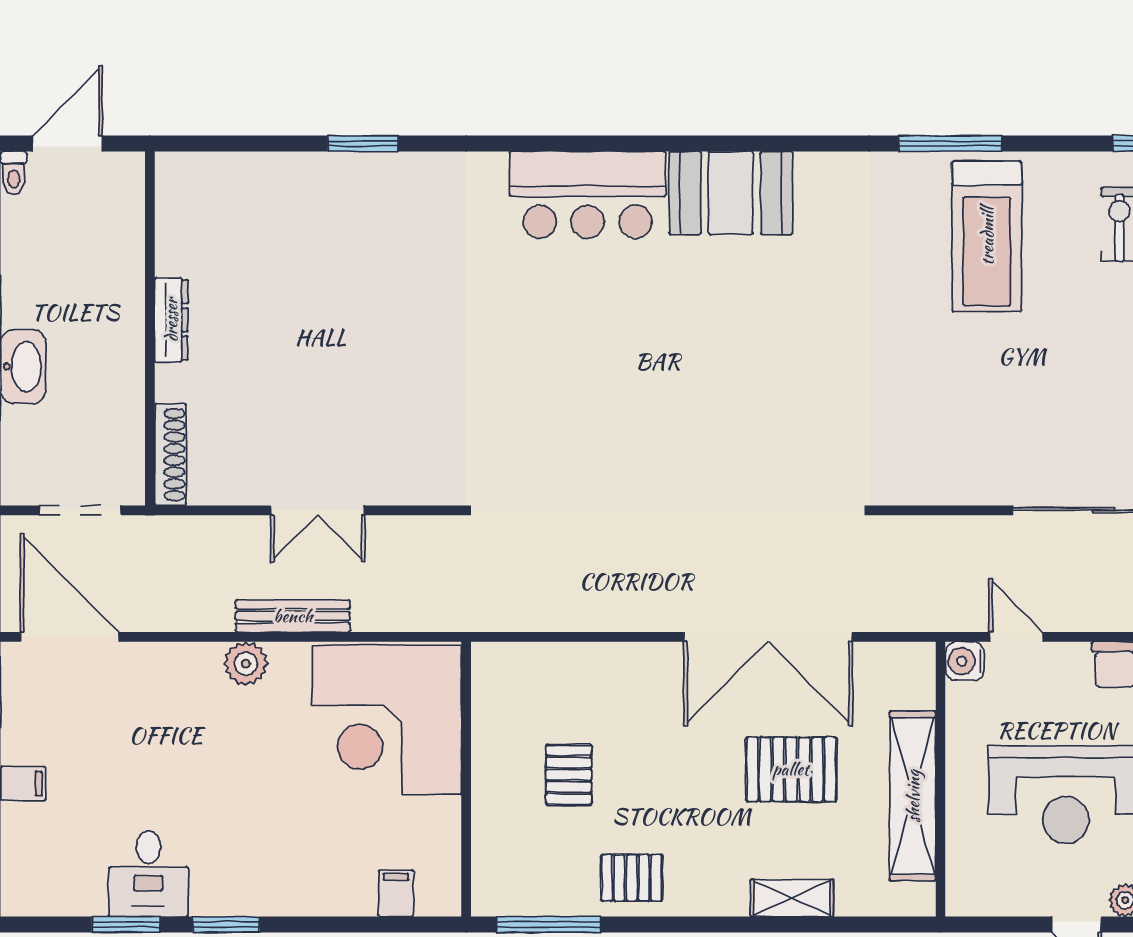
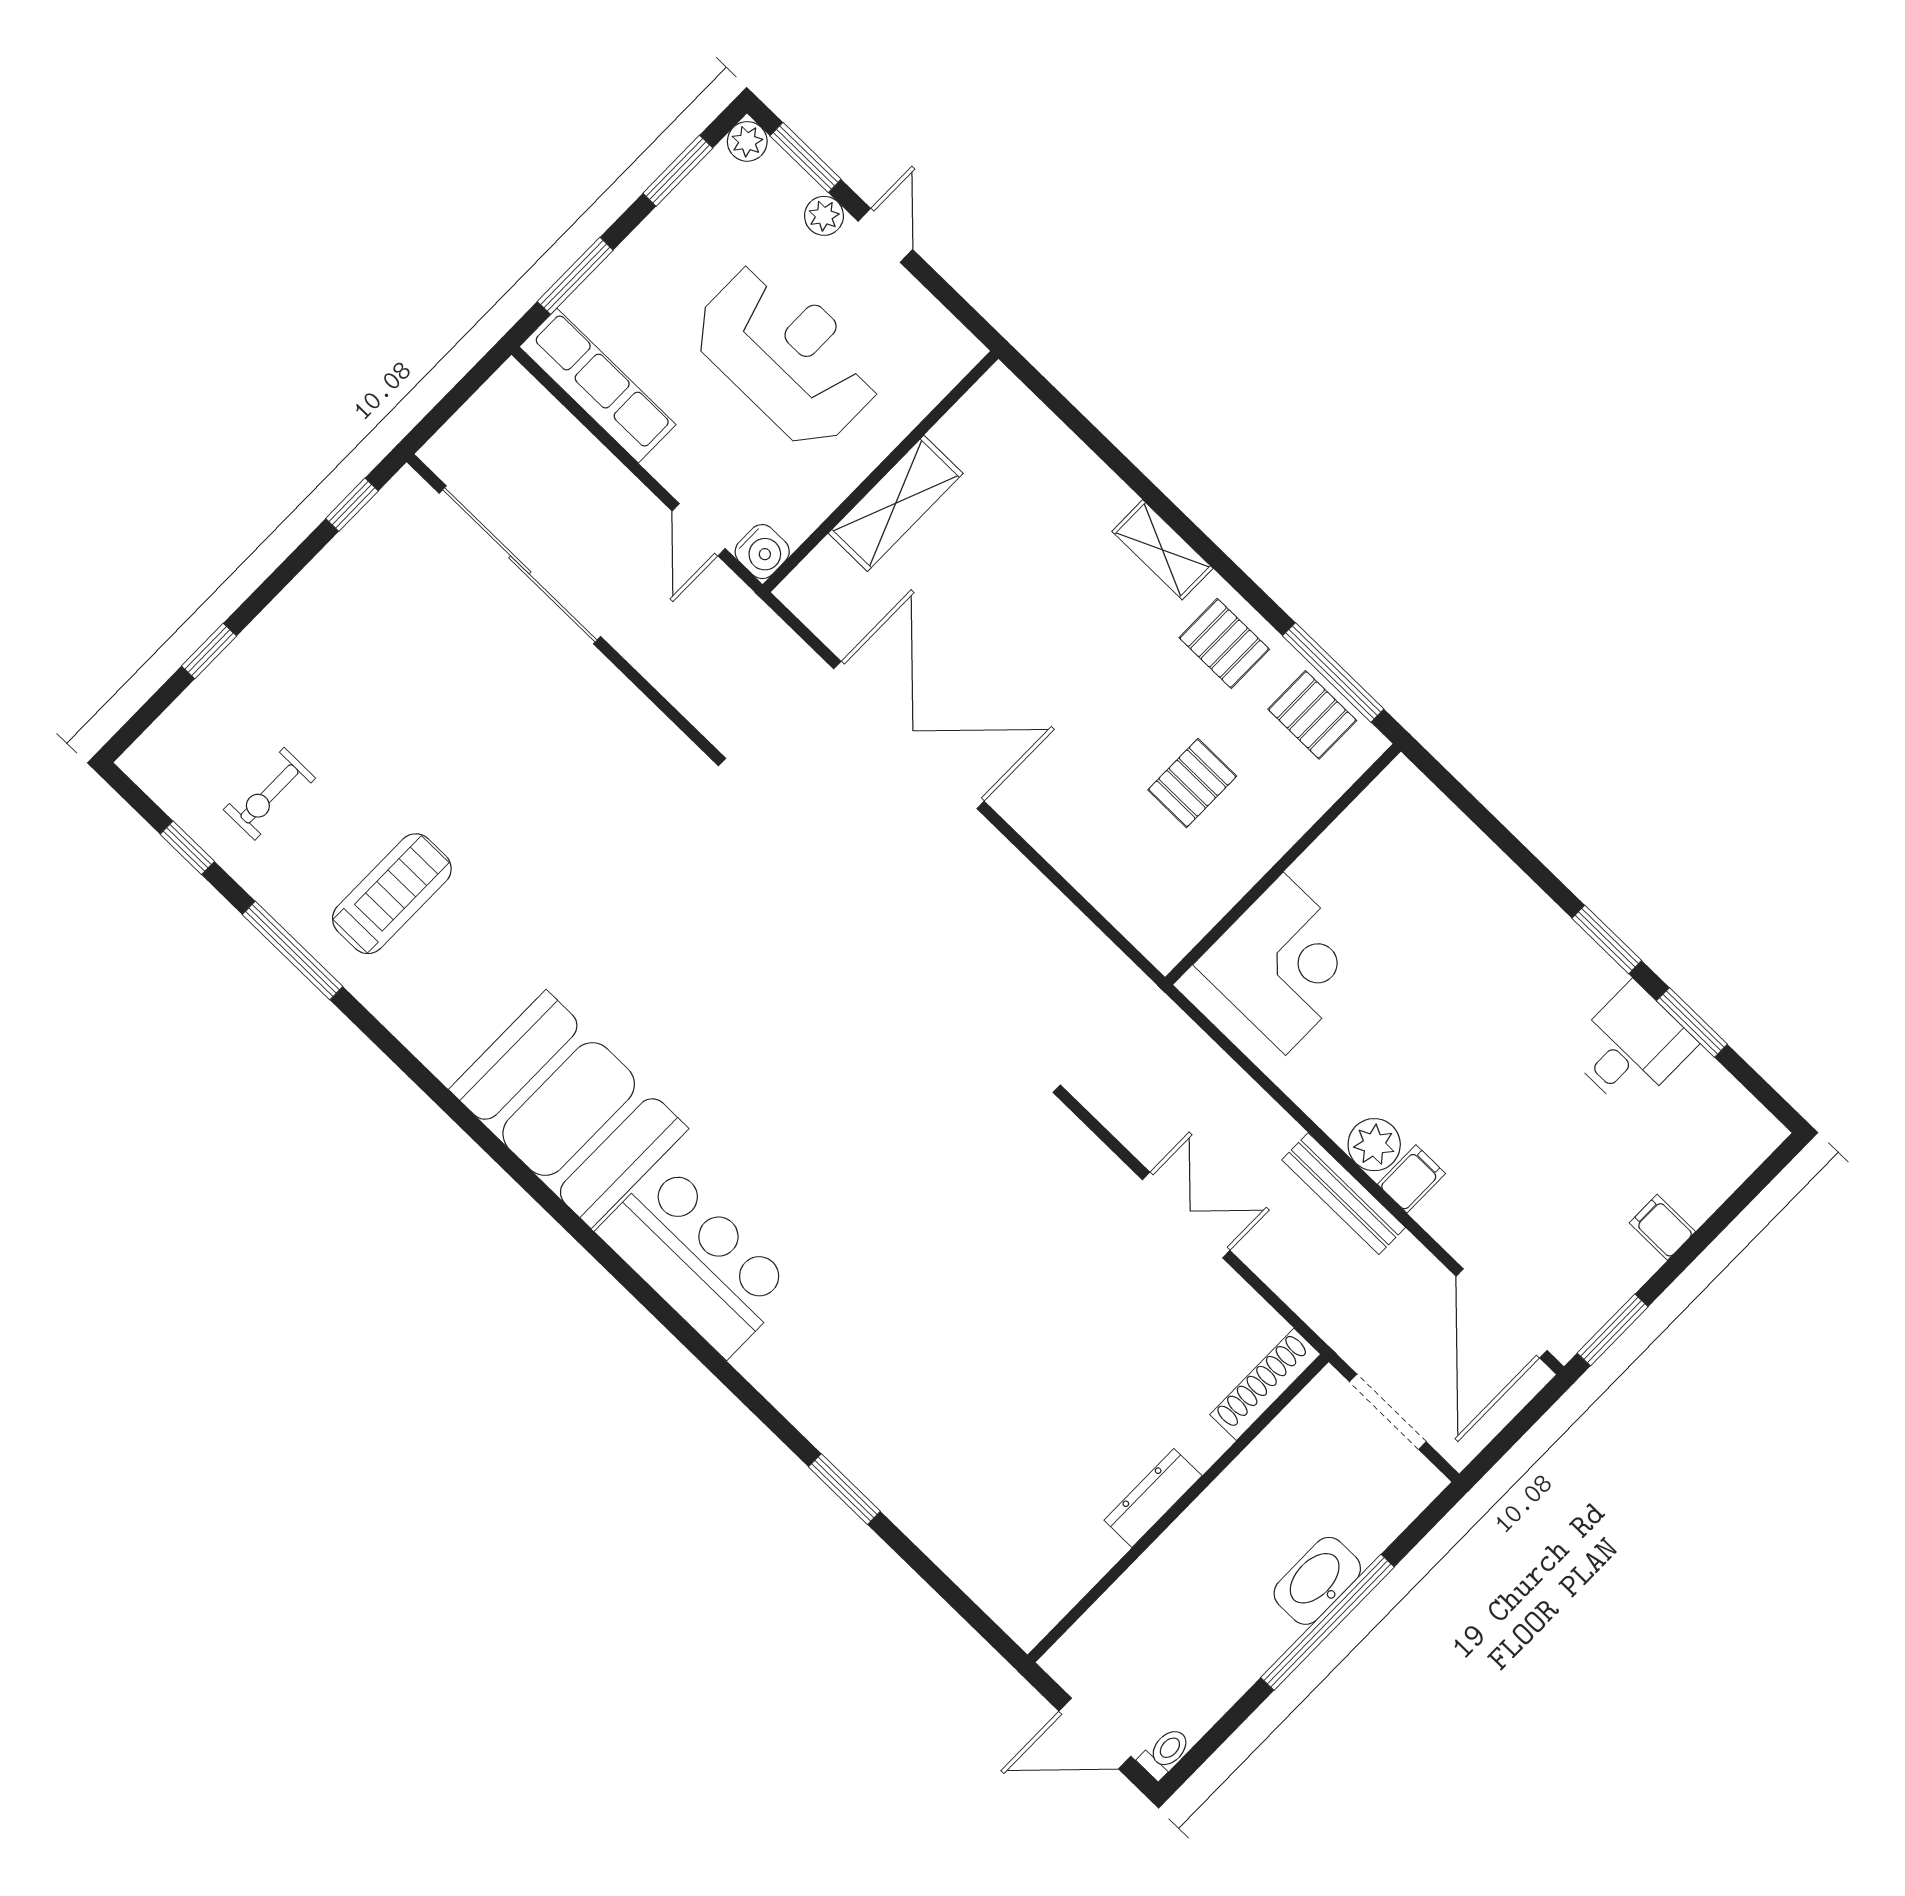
window: (950, 143) -> (292, 950), moved
booth: (731, 193) -> (569, 1109), width x1.36, depth x1.42
treadmill: (987, 236) -> (392, 894), width x0.73, depth x0.73
bench: (293, 616) -> (1344, 1194), moved
corner desk: (387, 720) -> (1285, 964), width x0.74, depth x0.74
pallet: (791, 769) -> (1312, 715), moved, width x0.67, depth x0.71
shelving: (913, 796) -> (896, 503), width x0.68
filing cabinet: (396, 893) -> (1411, 1179), moved, turned 180
shelving: (792, 898) -> (1162, 550), moved

